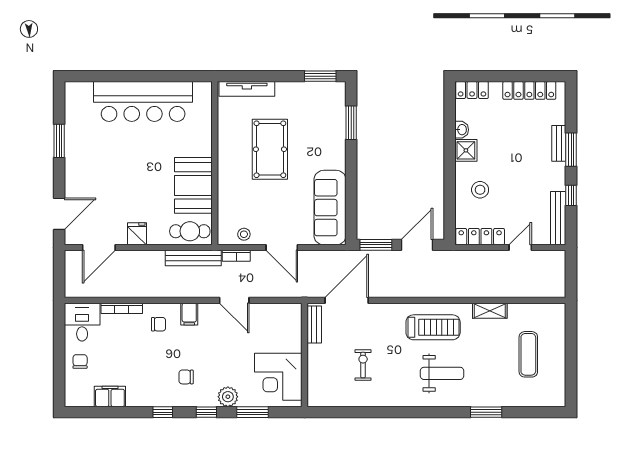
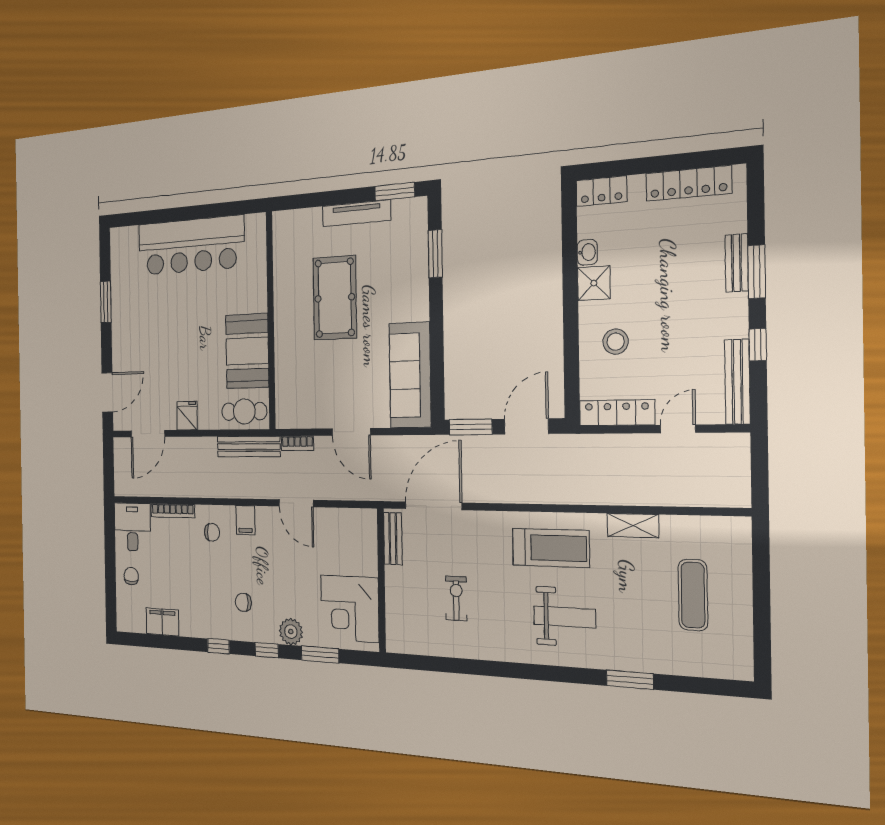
tv unit: (247, 89) -> (356, 213), moved
stool: (244, 234) -> (306, 414), removed

